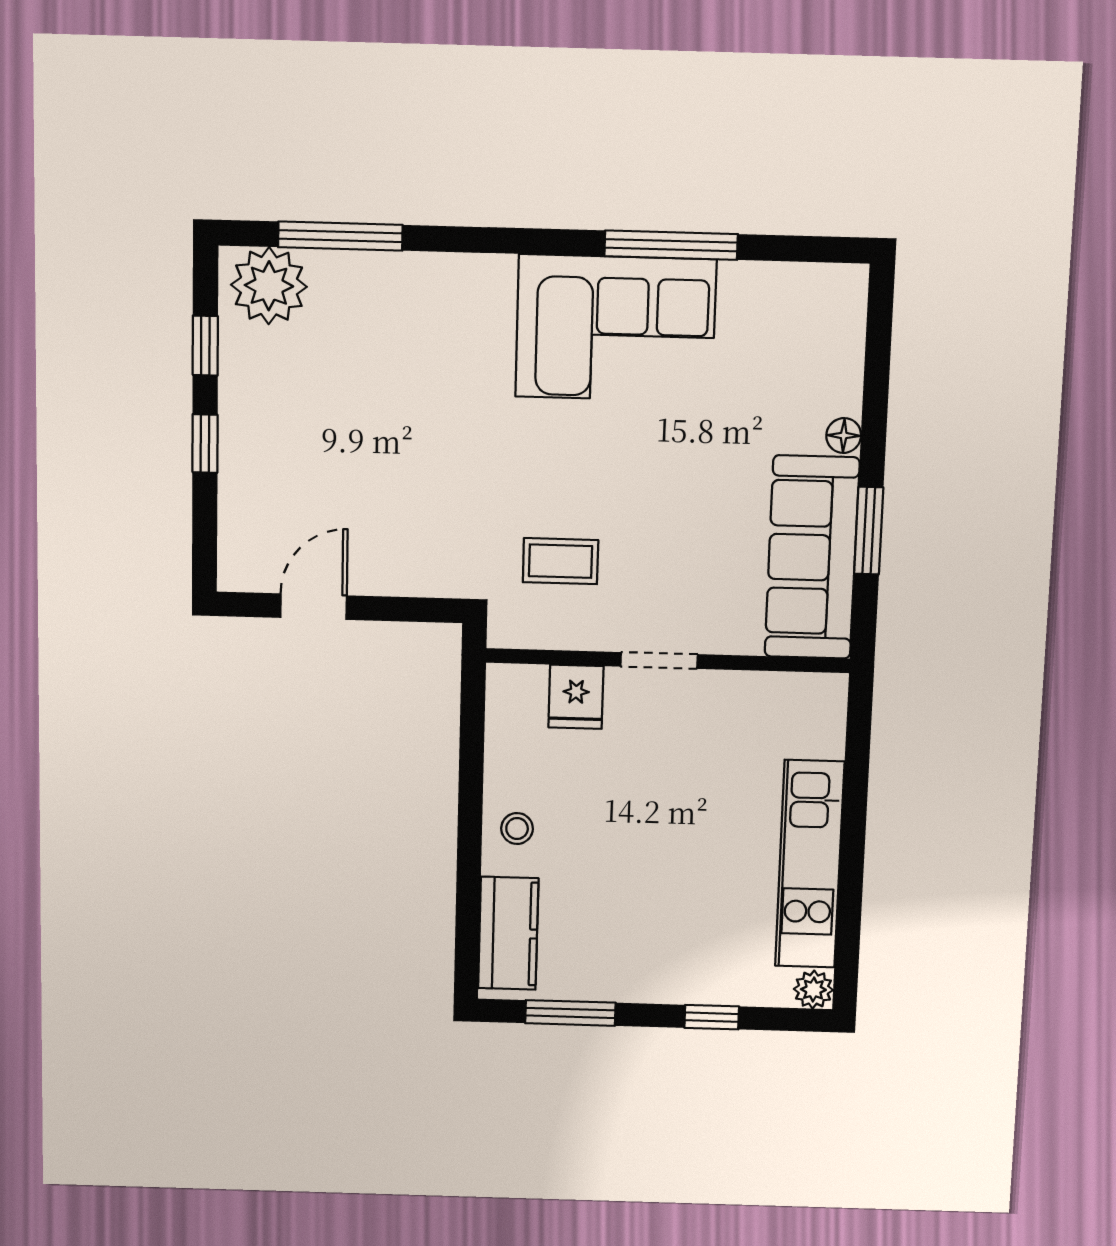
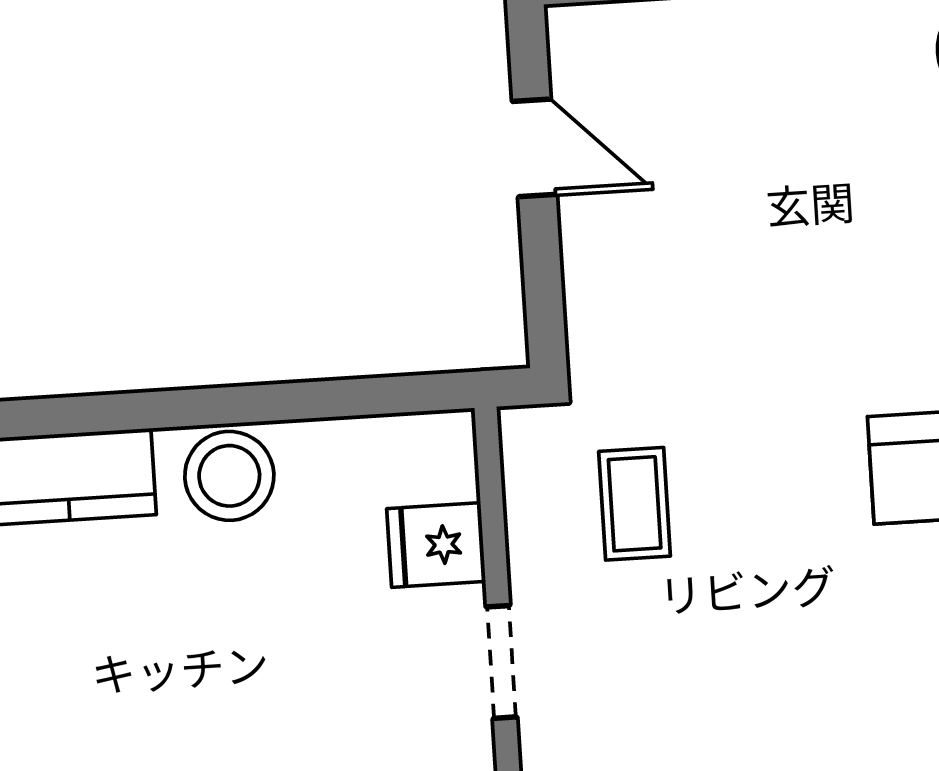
stool: (517, 828) -> (229, 476), width x1.89, depth x1.89

